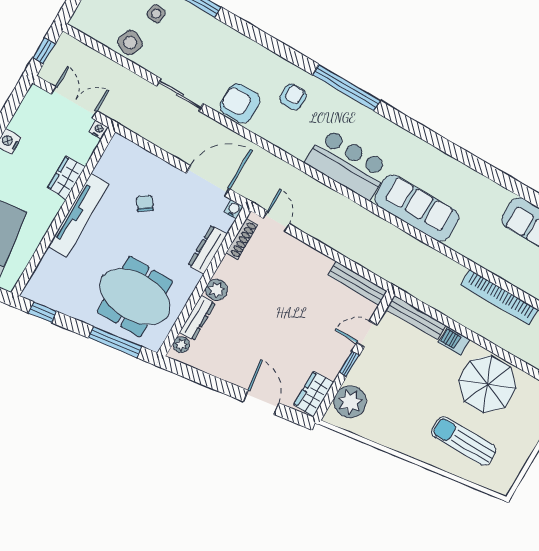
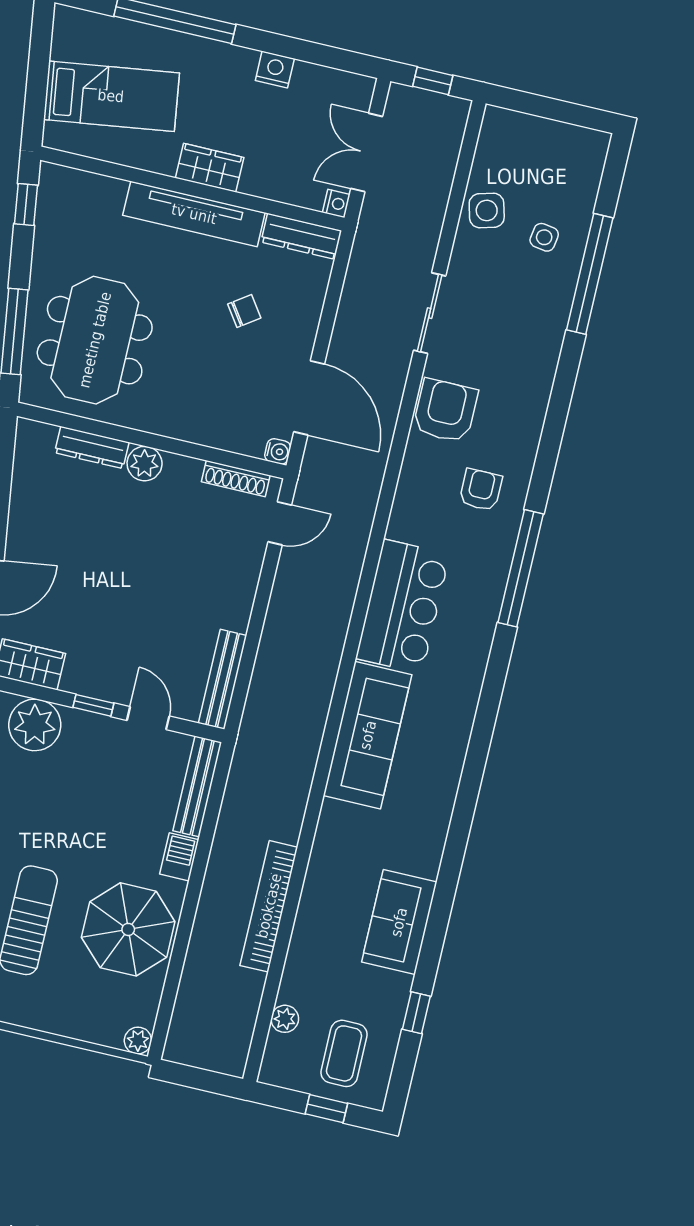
side table: (130, 43) -> (487, 210), turned -37
armchair: (293, 97) -> (481, 490), turned -90
double door: (74, 103) -> (367, 153), swing flipped
wardrobe: (66, 177) -> (210, 168), moved
dresser: (208, 250) -> (301, 236), moved, turned 180
plant: (181, 345) -> (43, 435), removed

